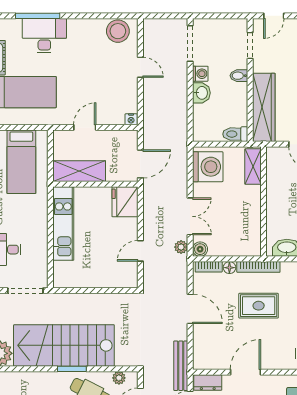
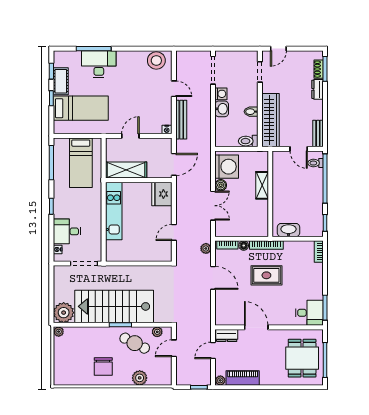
bidet: (239, 76) -> (251, 112), moved
shelving: (253, 167) -> (262, 185), moved
plant: (181, 247) -> (206, 248), moved
boiler: (200, 249) -> (221, 185), moved
bench: (181, 366) -> (181, 120), moved
door: (245, 372) -> (256, 327), hinge flipped

